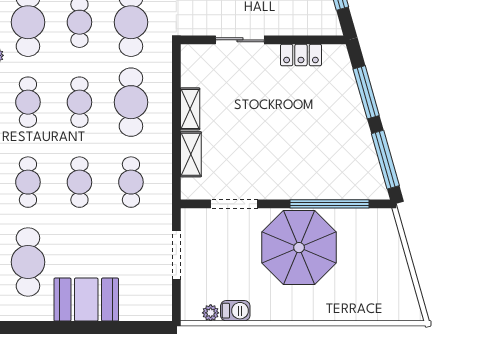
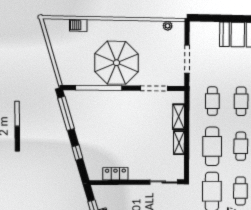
sliding door: (240, 40) -> (164, 182), moved
window: (366, 92) -> (77, 153), width x0.46
barbecue: (235, 311) -> (78, 25), moved

